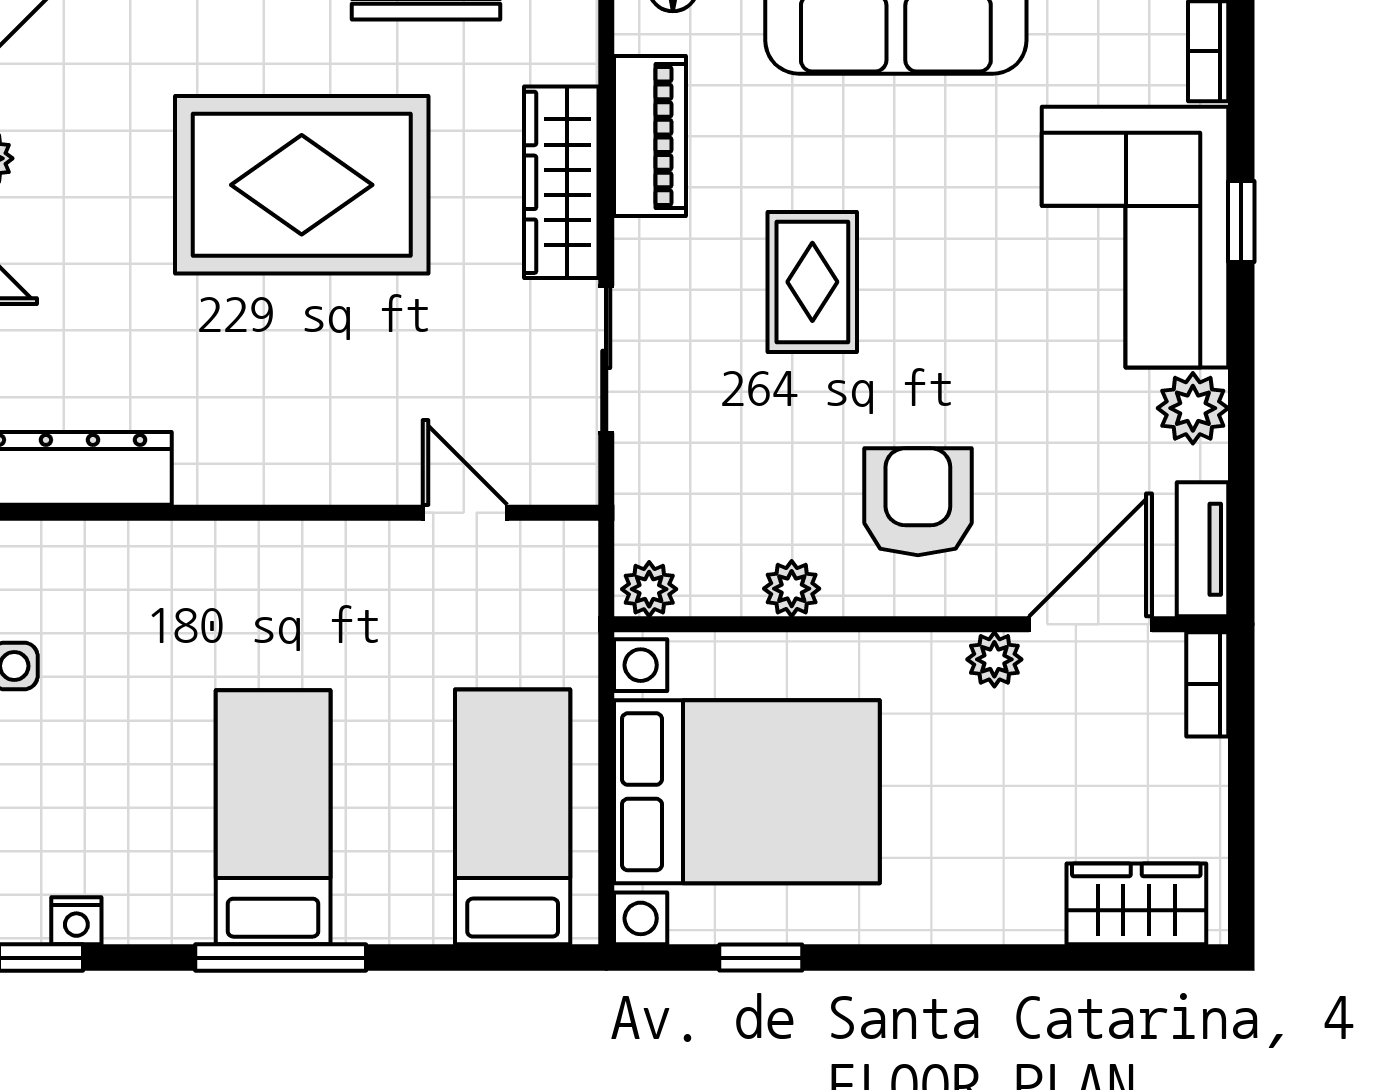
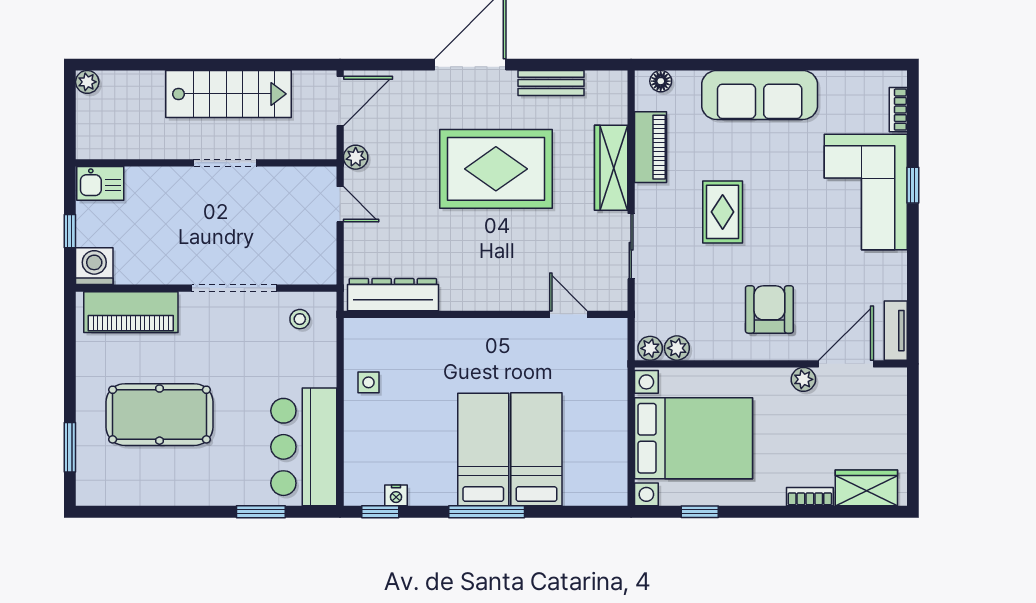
plant: (1193, 408) -> (891, 268), removed
plant: (792, 589) -> (677, 348), moved
bookcase: (1207, 684) -> (810, 497), moved, turned 90
bed: (513, 817) -> (536, 449), moved

